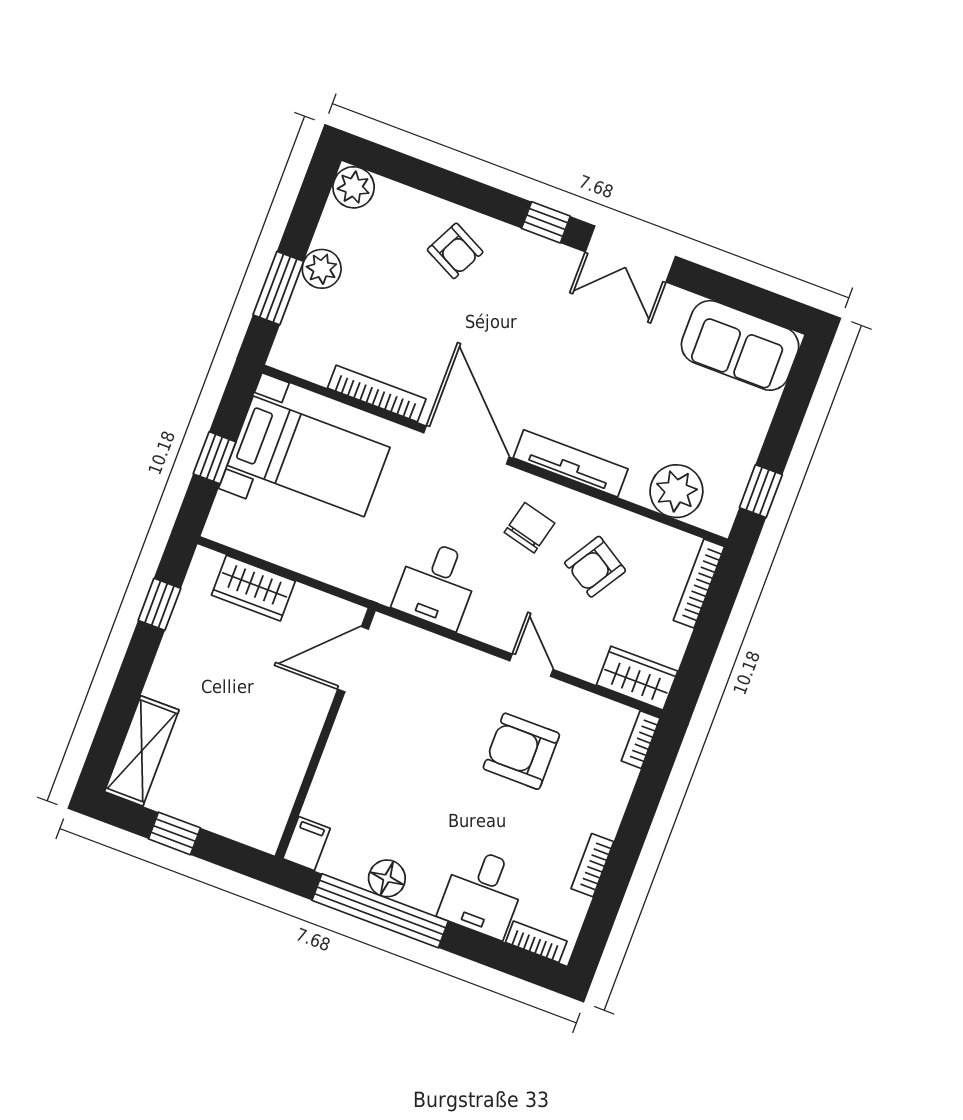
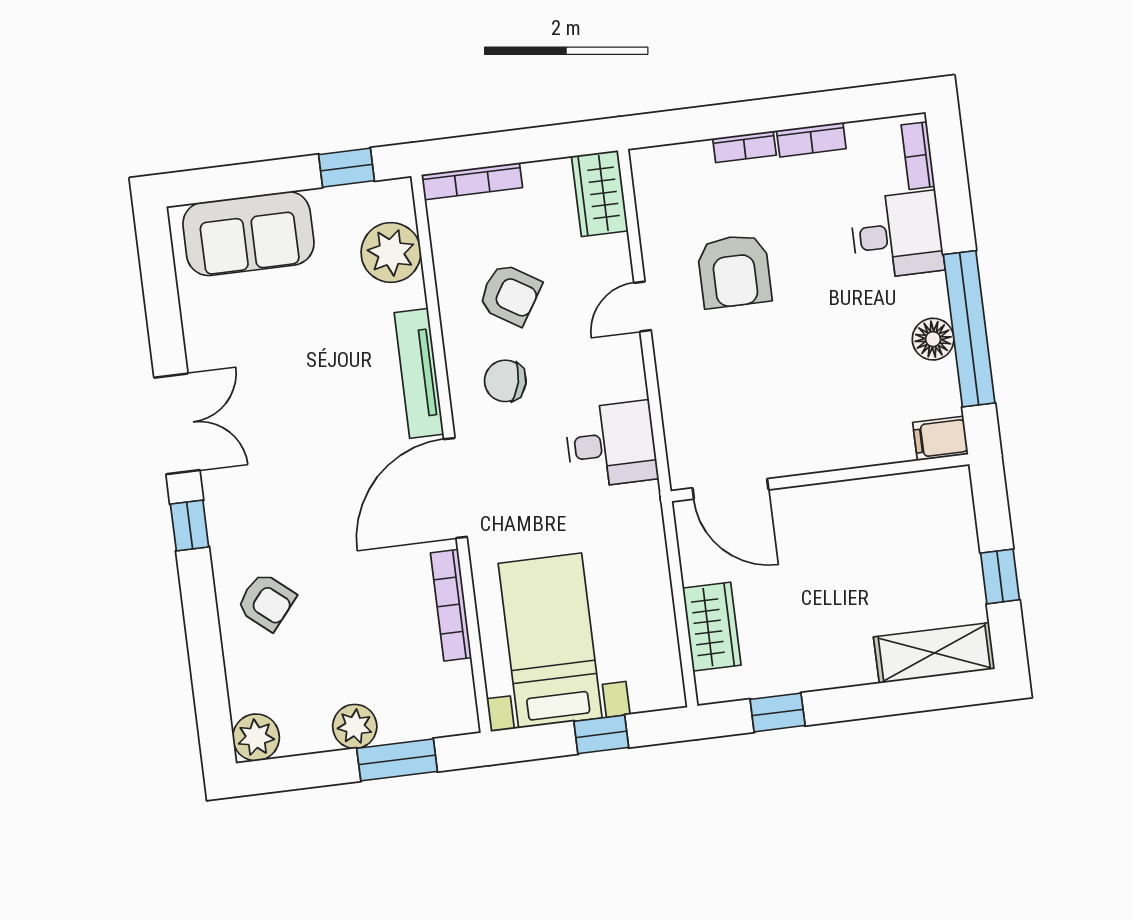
armchair: (455, 251) -> (266, 602), turned 103
sofa: (740, 345) -> (248, 234), moved, turned 90
bookcase: (641, 740) -> (744, 147), moved

